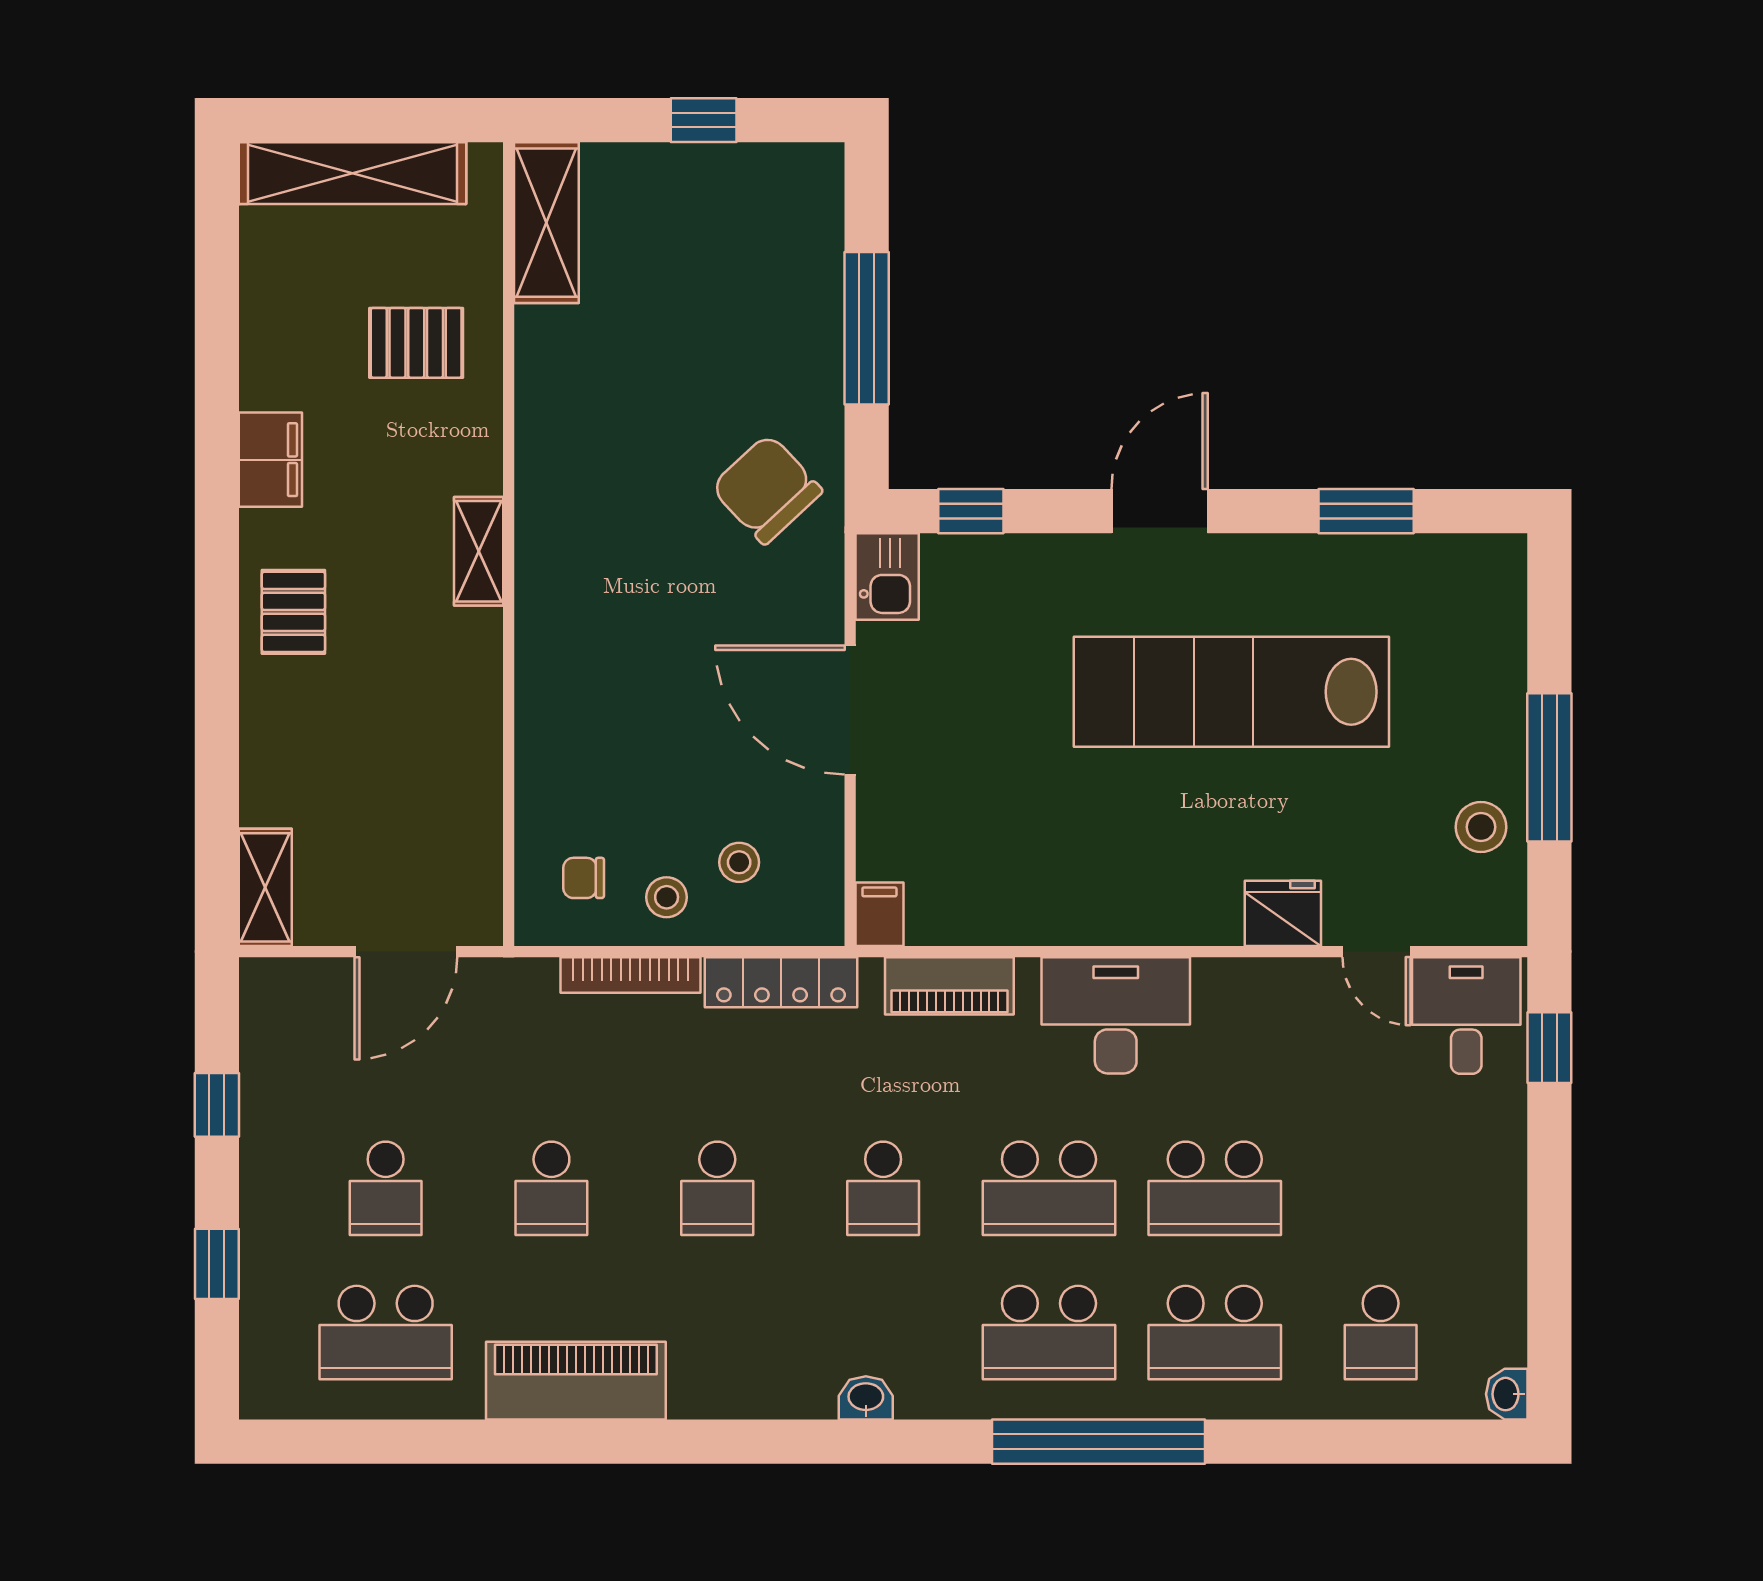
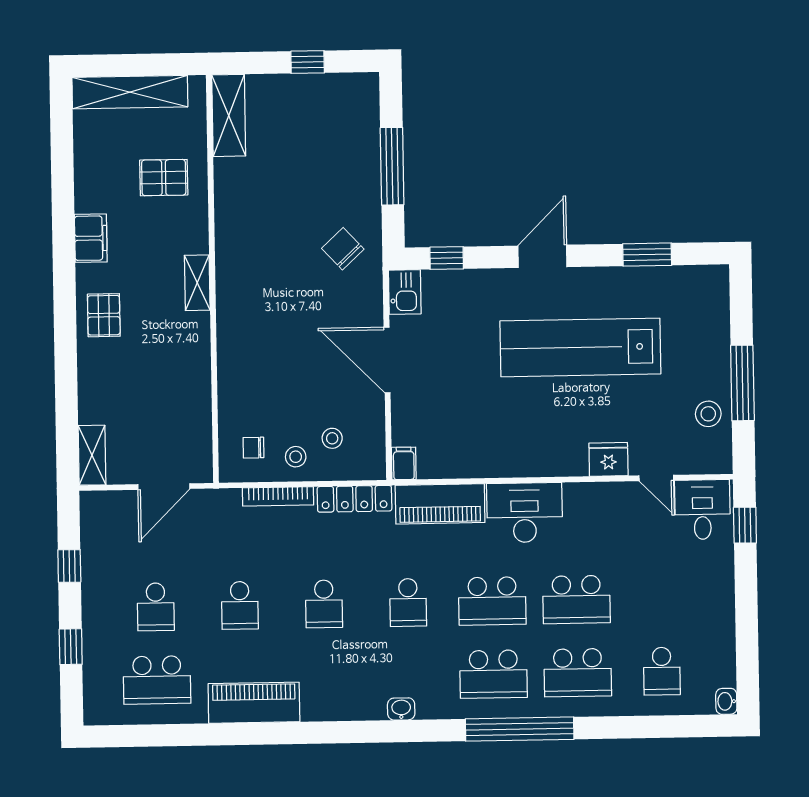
chair: (767, 489) -> (343, 249), width x0.73, depth x0.73
piano: (949, 986) -> (440, 504), width x1.37, depth x1.33

